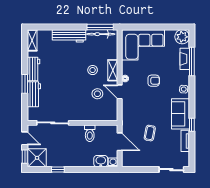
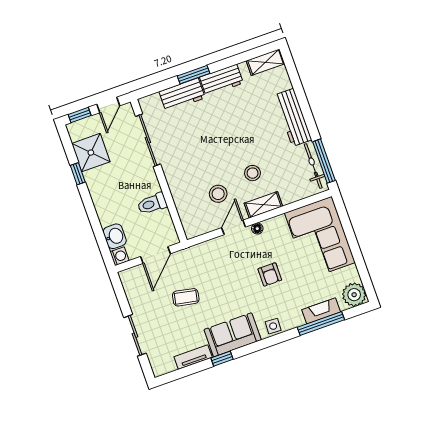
shower: (37, 158) -> (91, 153), moved
sliding door: (171, 170) -> (135, 335), moved

